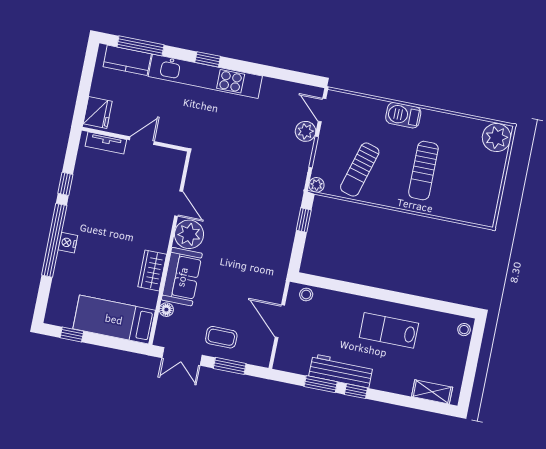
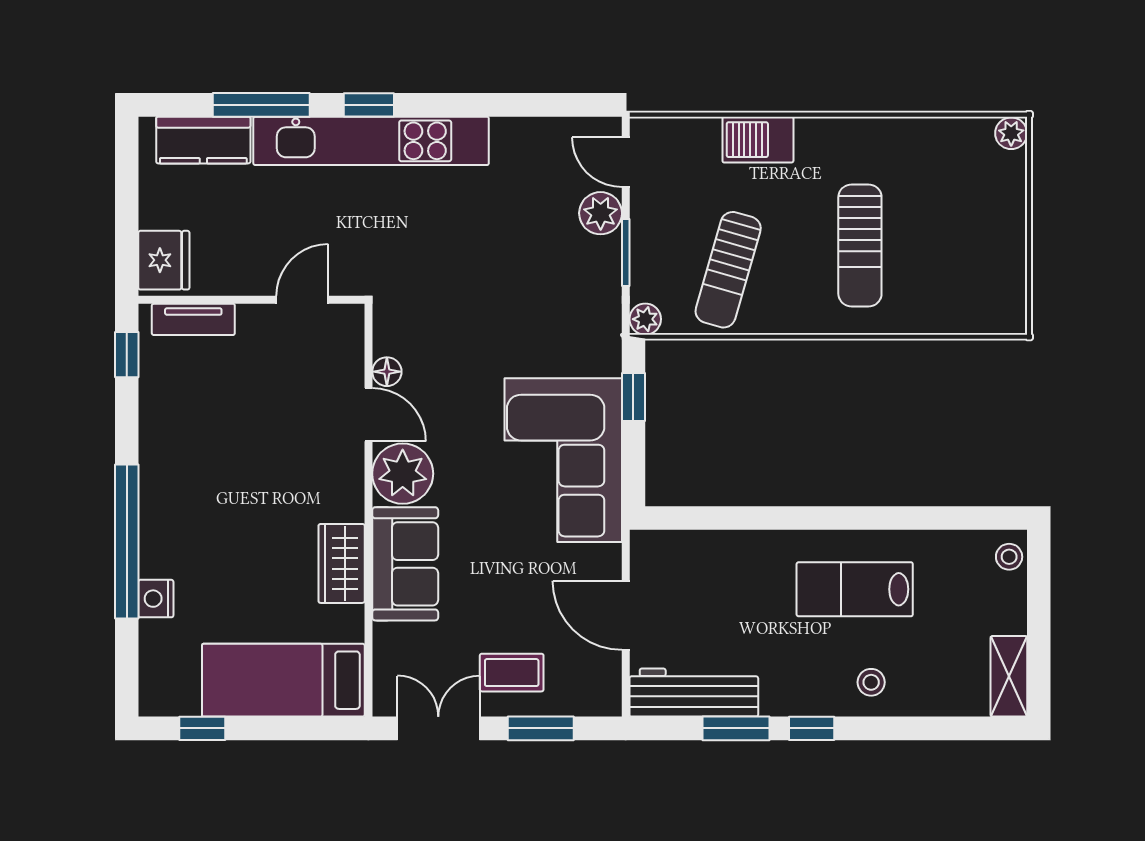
window: (140, 46) -> (261, 105), moved
barbecue: (403, 115) -> (758, 140), moved
plant: (497, 138) -> (1011, 133), width x0.53, depth x0.53
door: (142, 141) -> (302, 300), moved
window: (65, 184) -> (127, 355), moved
nightstand: (68, 243) -> (156, 599), moved
corner sofa: (265, 243) -> (563, 460), added
stool: (306, 294) -> (871, 682), moved
floor lamp: (166, 310) -> (387, 372), moved
double door: (182, 356) -> (438, 728), swing flipped
workbench: (341, 371) -> (694, 693), moved
shelving: (432, 392) -> (1009, 676), moved, turned 90

